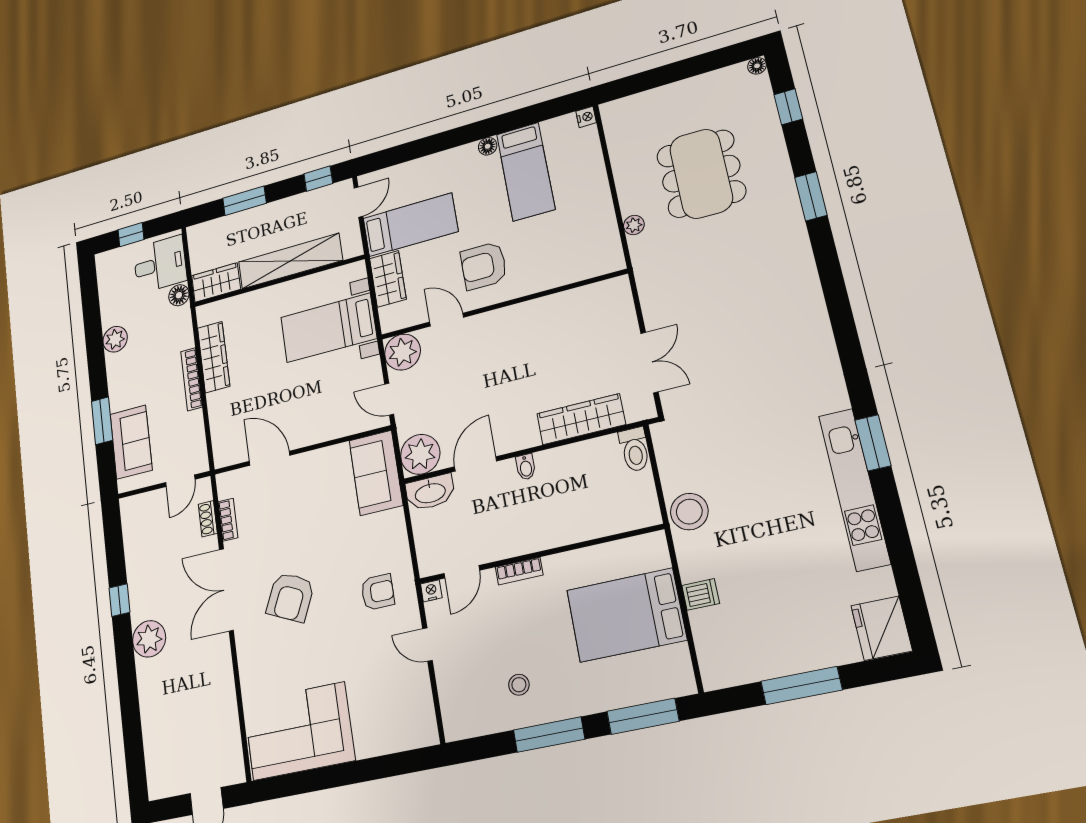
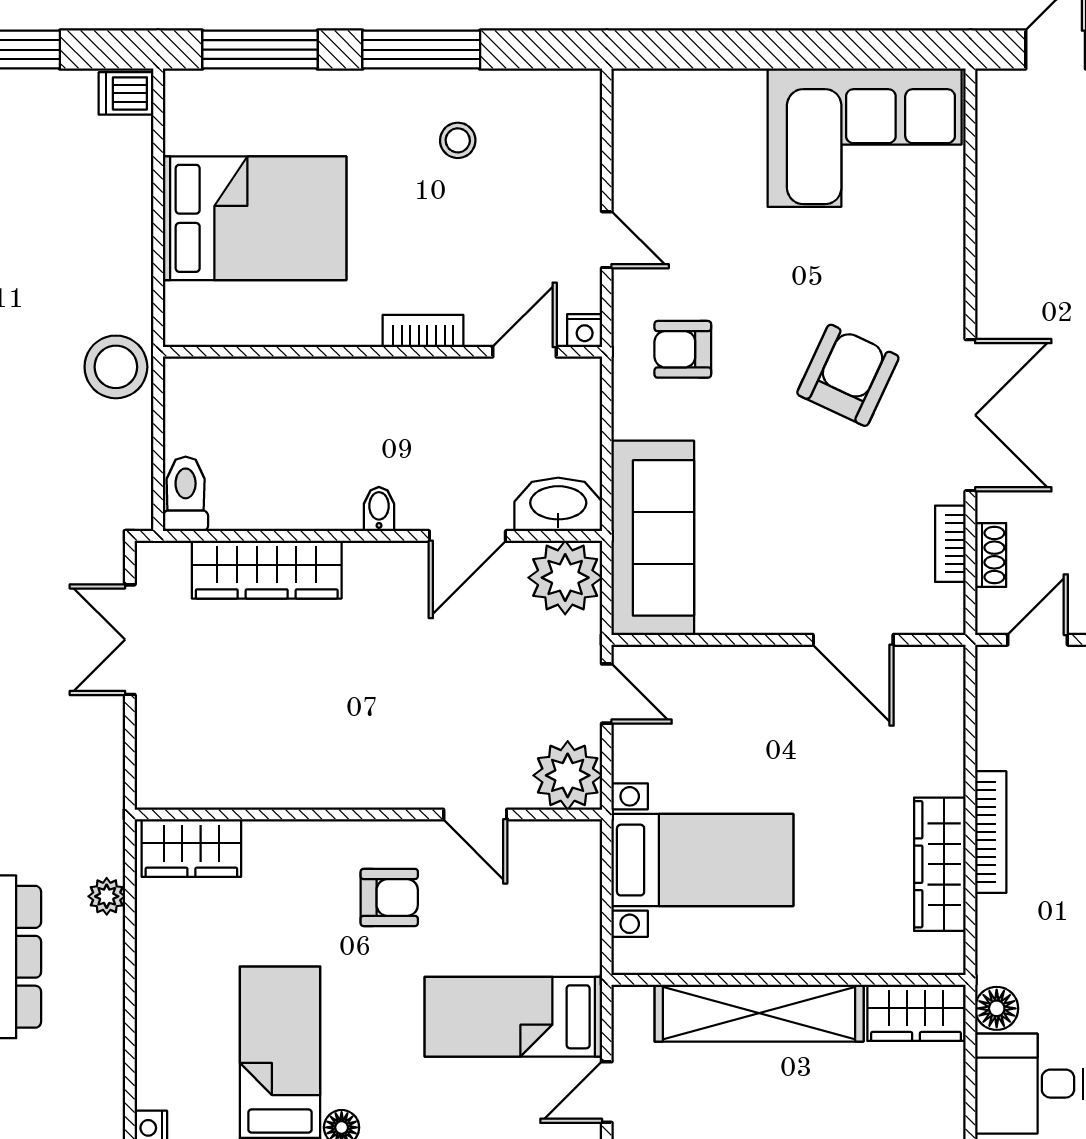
armchair: (484, 266) -> (389, 897), width x0.72, depth x0.72
wardrobe: (388, 279) -> (191, 848), moved, turned -90
sofa: (376, 473) -> (653, 538), width x1.36
dishwasher: (701, 594) -> (126, 93), moved

